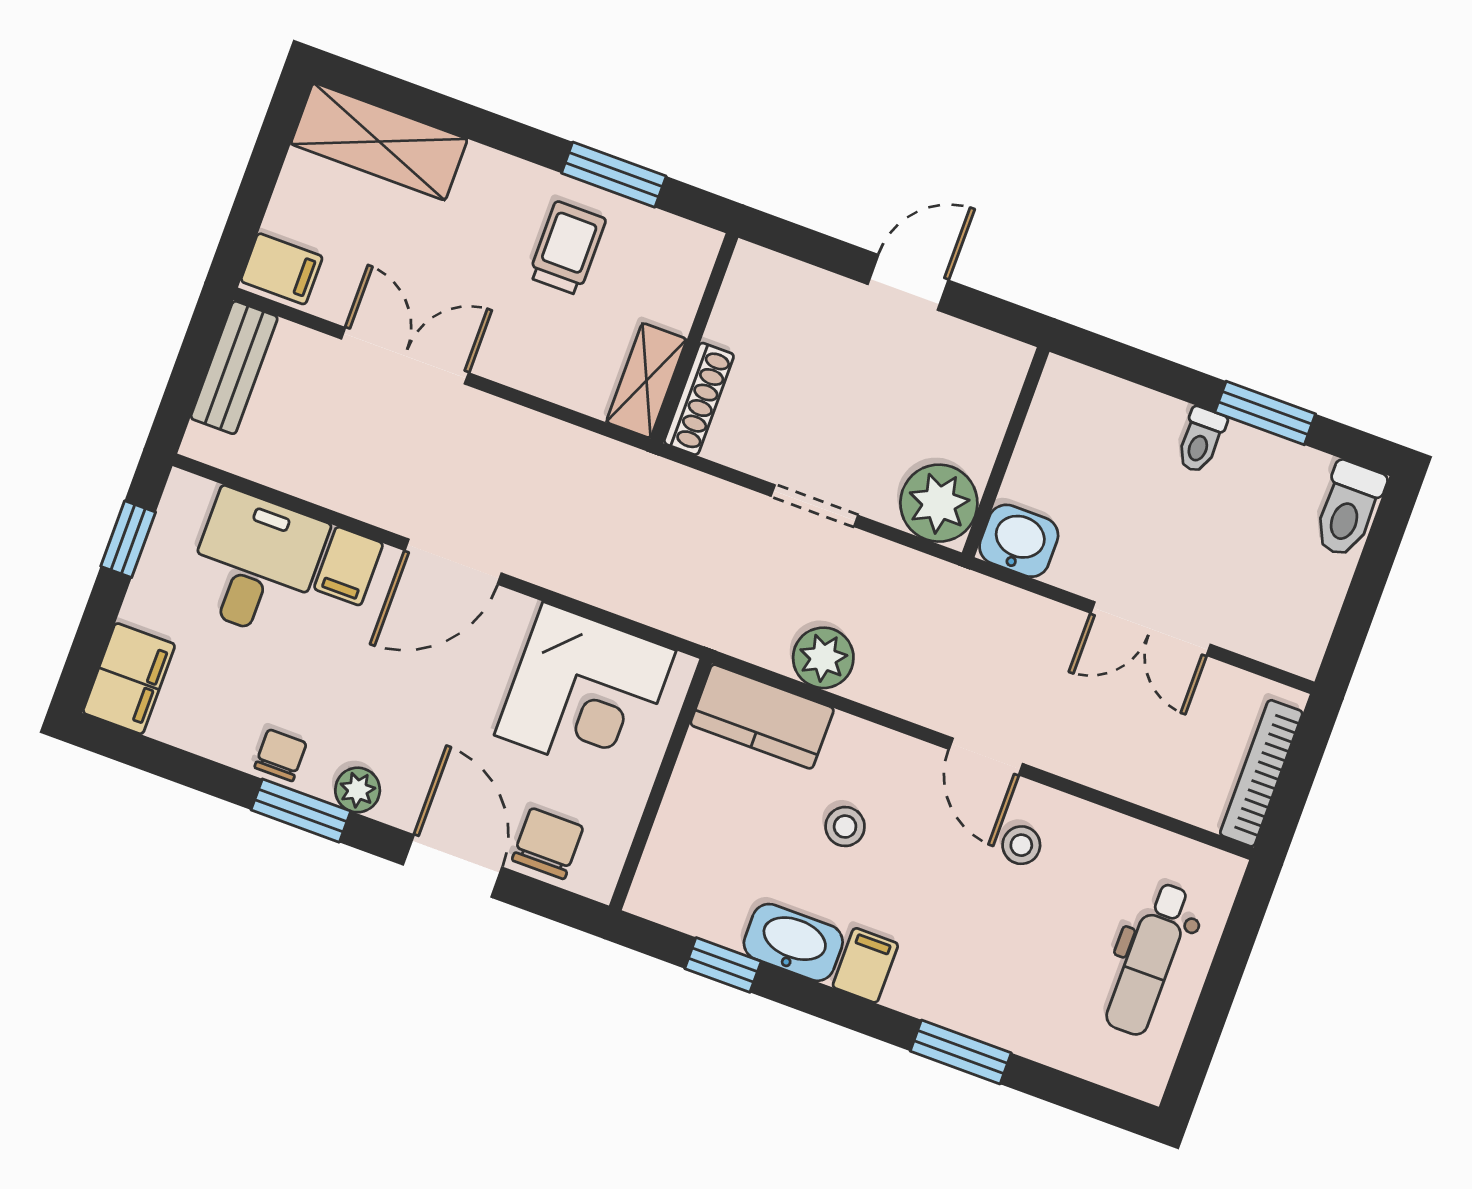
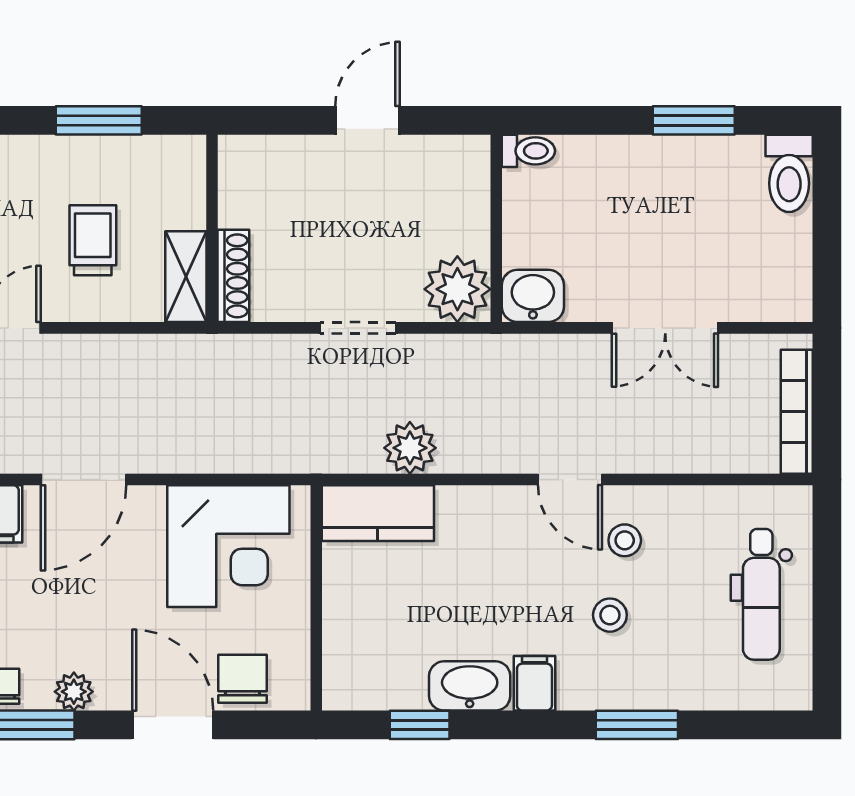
trolley: (567, 248) -> (93, 240), moved
toilet: (1201, 440) -> (528, 151), moved, turned -90
stool: (845, 827) -> (610, 615), moved

